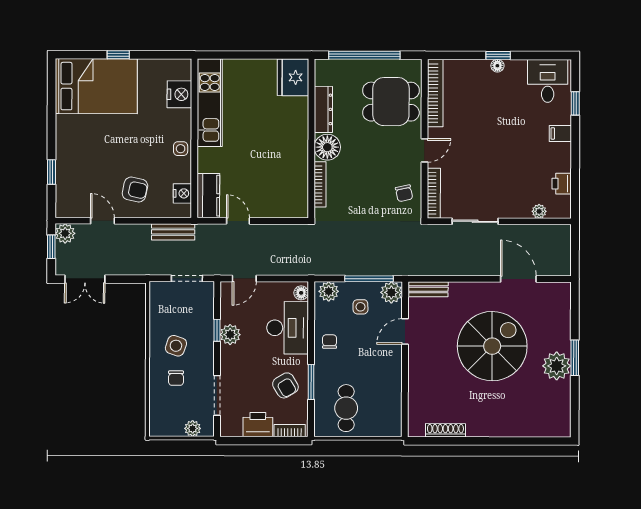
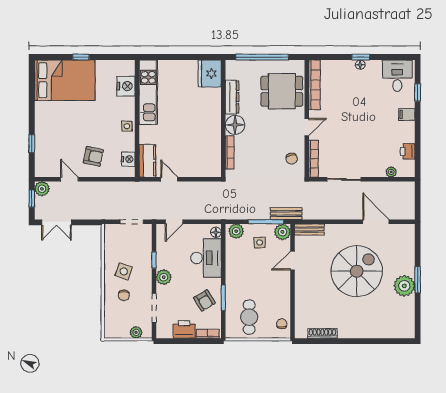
bench: (173, 232) -> (286, 214), moved
plant: (230, 335) -> (164, 277), moved
chair: (330, 342) -> (282, 324), moved

